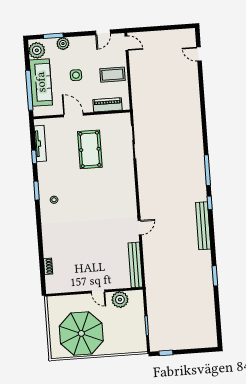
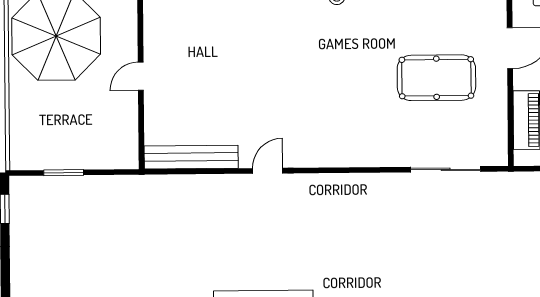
door: (140, 228) -> (268, 171), swing flipped
plant: (120, 300) -> (121, 121), removed

